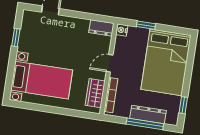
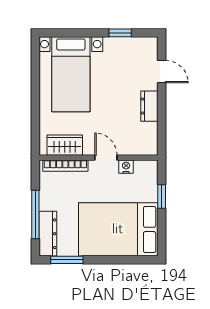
dresser: (101, 28) -> (149, 106), moved
nightstand: (122, 30) -> (126, 167), moved
window: (183, 105) -> (67, 260), width x1.50
dresser: (148, 115) -> (48, 234), moved

